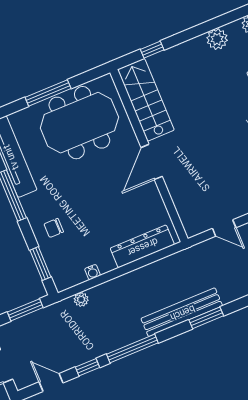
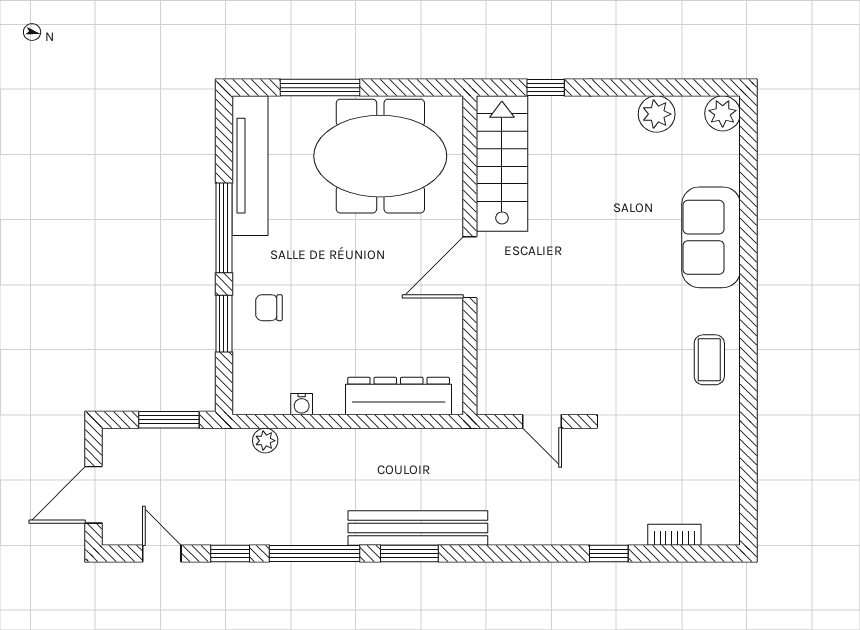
window: (48, 93) -> (320, 88), moved
window: (40, 264) -> (224, 324), moved
window: (206, 318) -> (409, 553), moved

